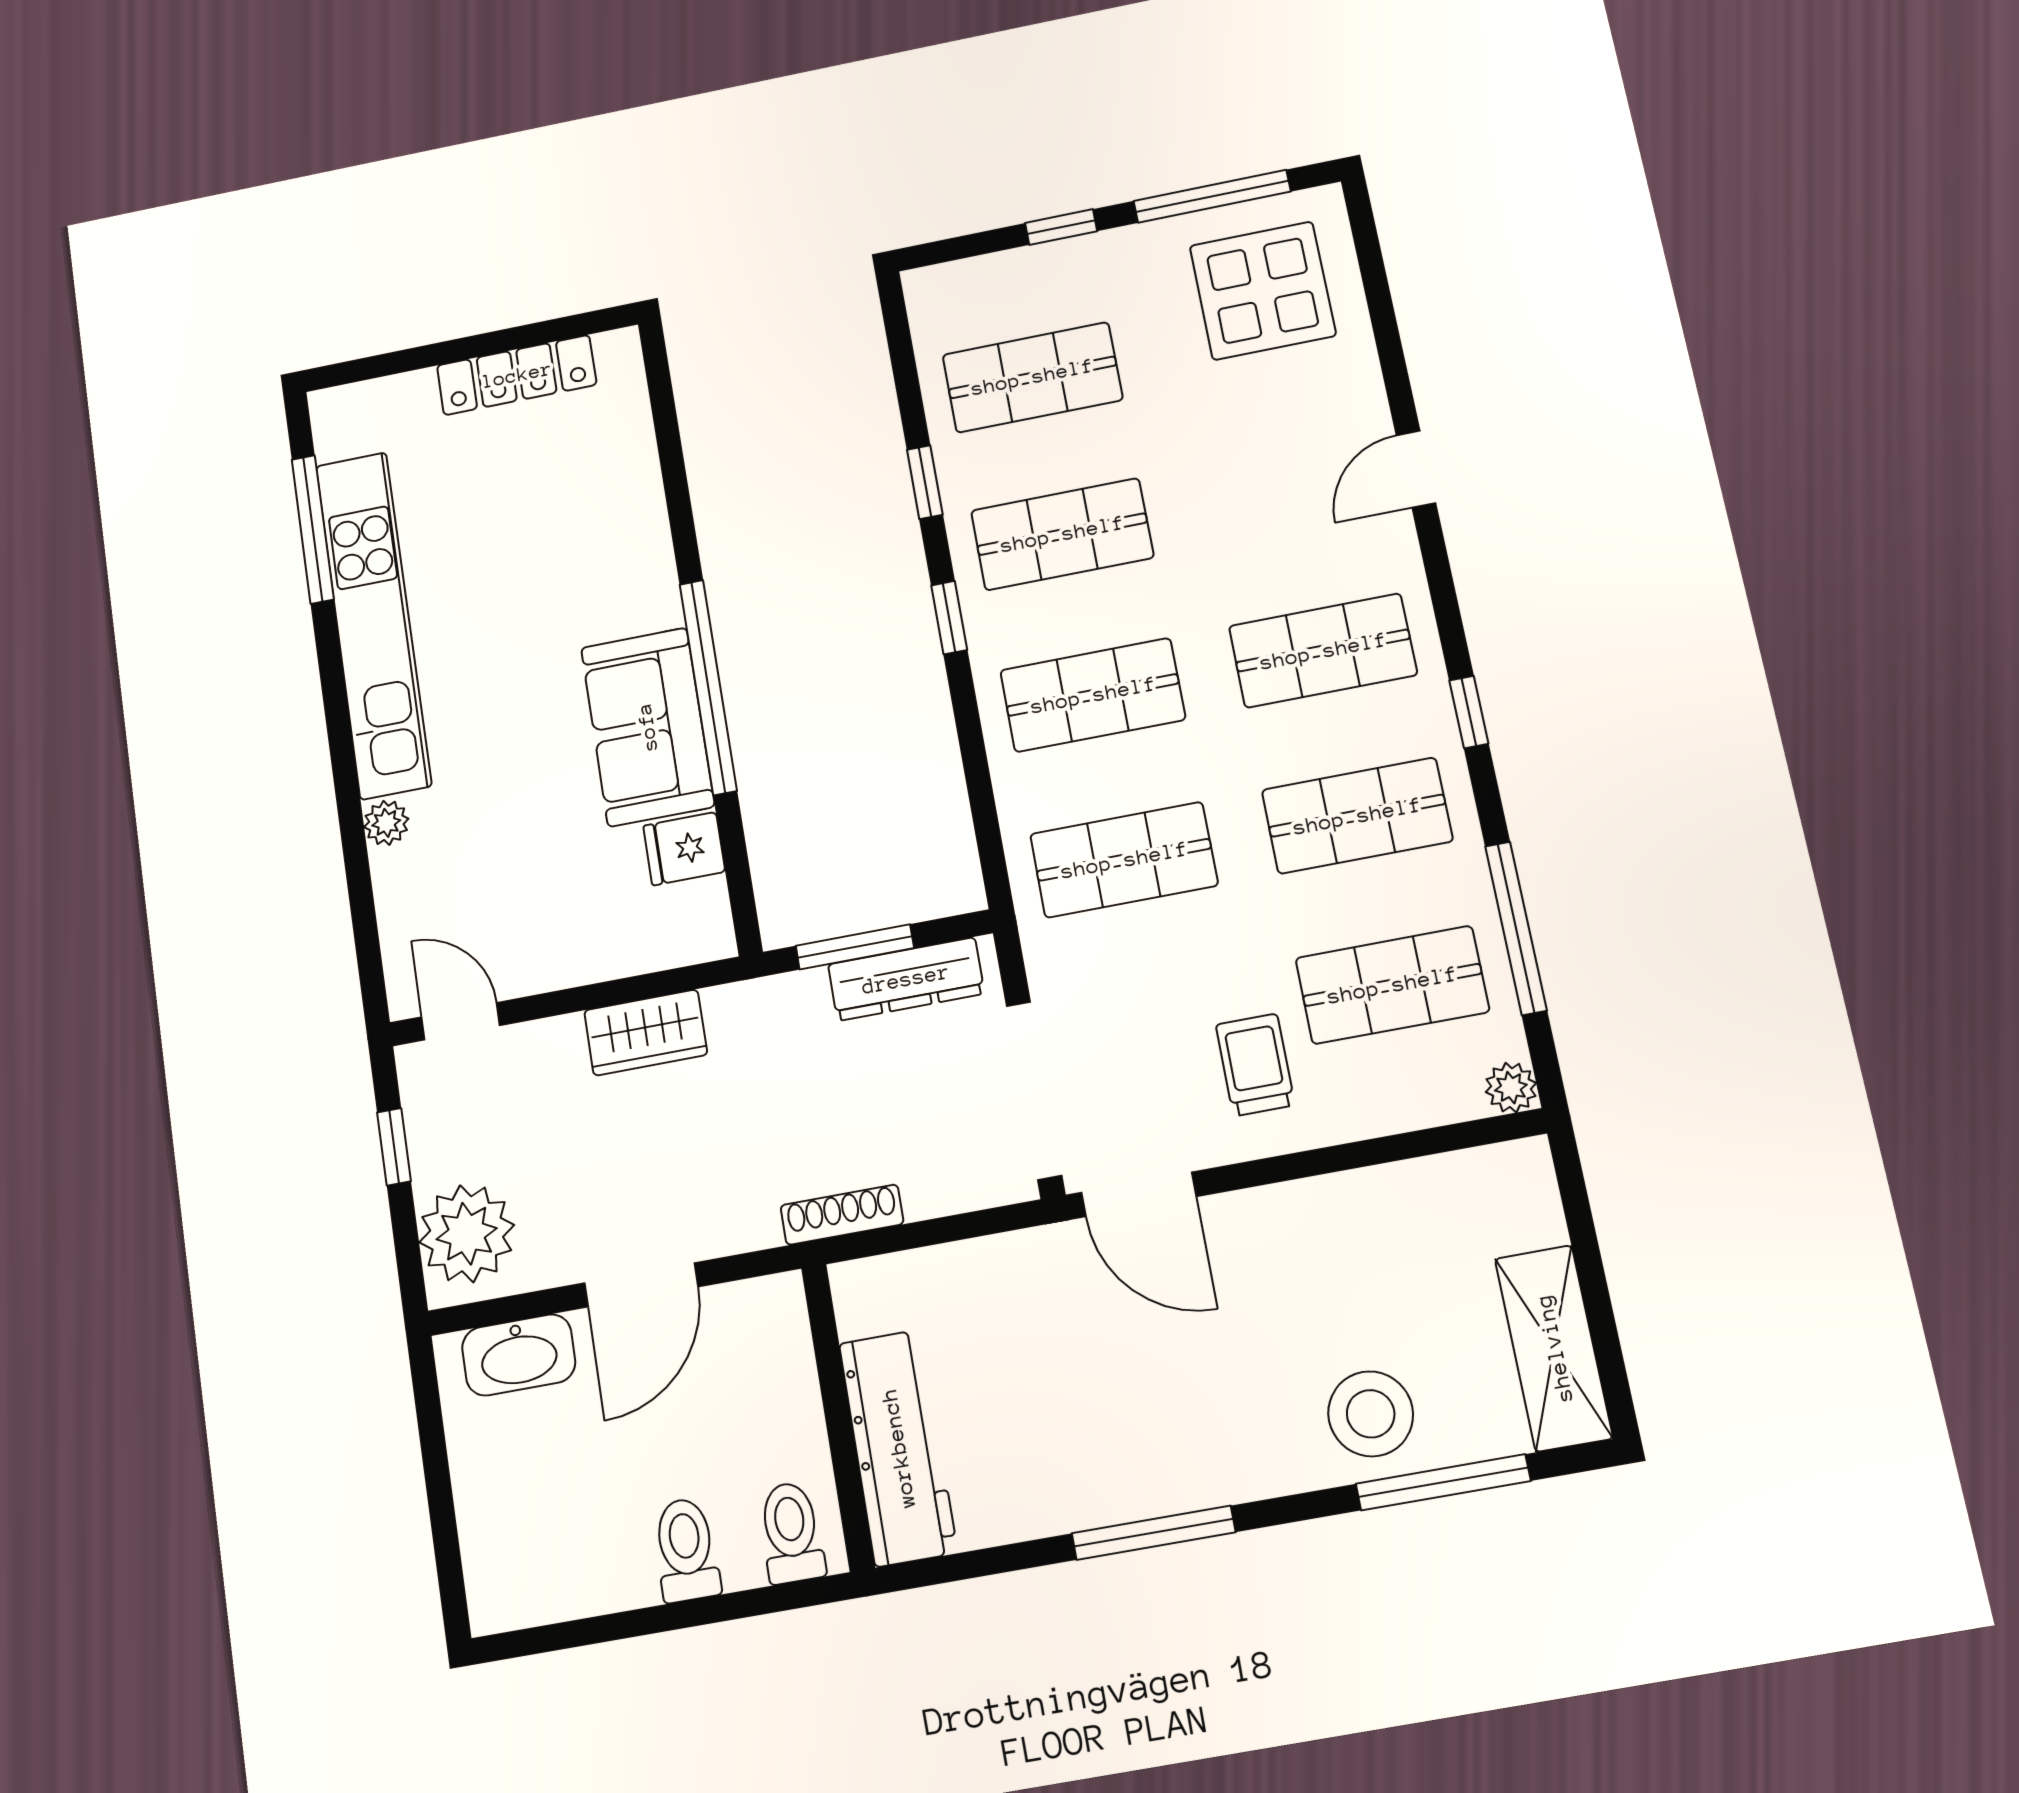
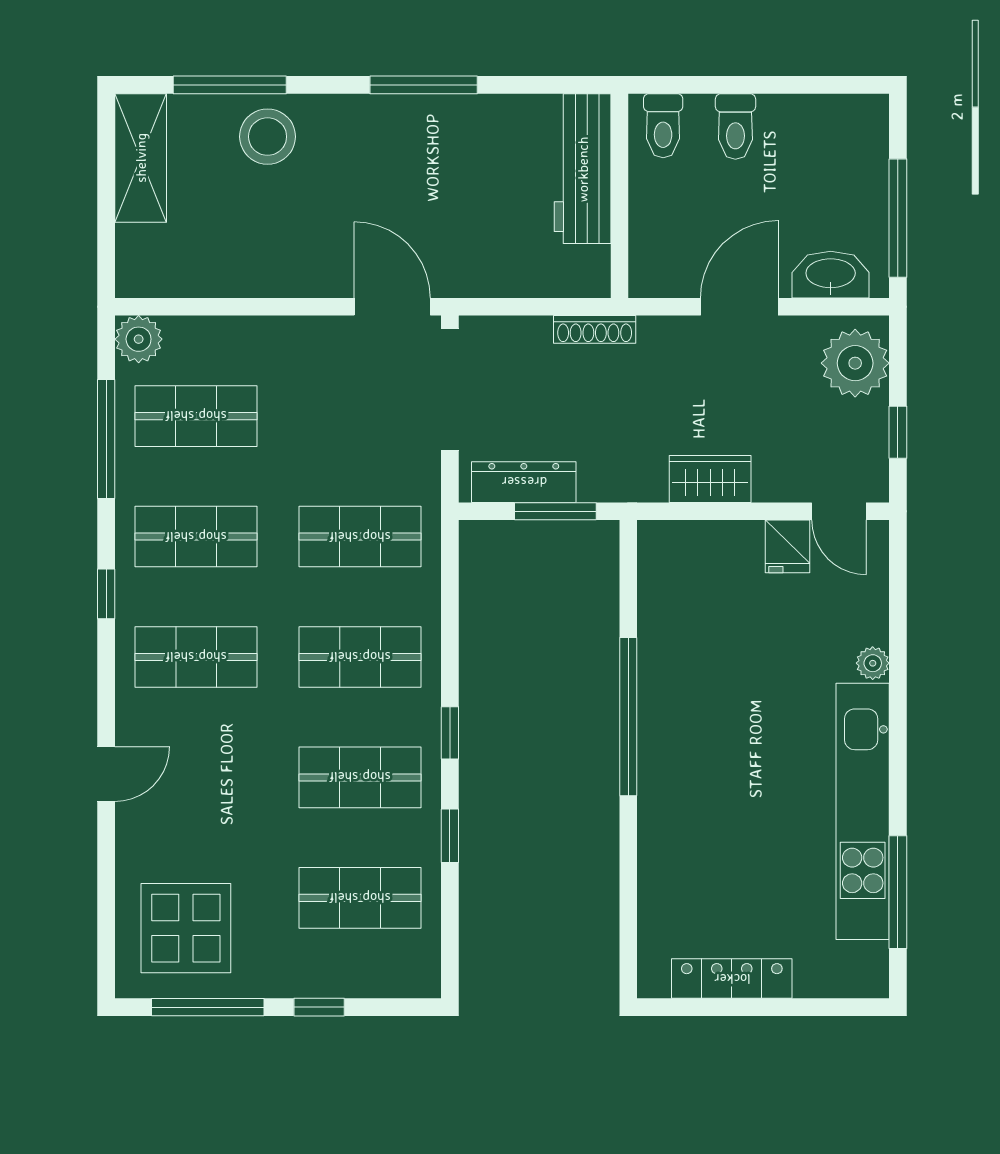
sofa: (647, 727) -> (676, 696), removed
fridge: (684, 849) -> (787, 546), moved, turned 90
trolley: (1255, 1065) -> (298, 379), removed
plant: (1511, 1088) -> (139, 339), width x1.38, depth x1.38
window: (435, 1455) -> (898, 218), added

